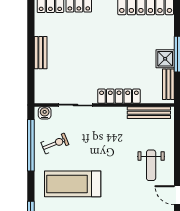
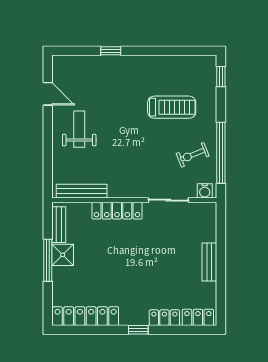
treadmill: (73, 184) -> (172, 107), width x0.73, depth x0.73

